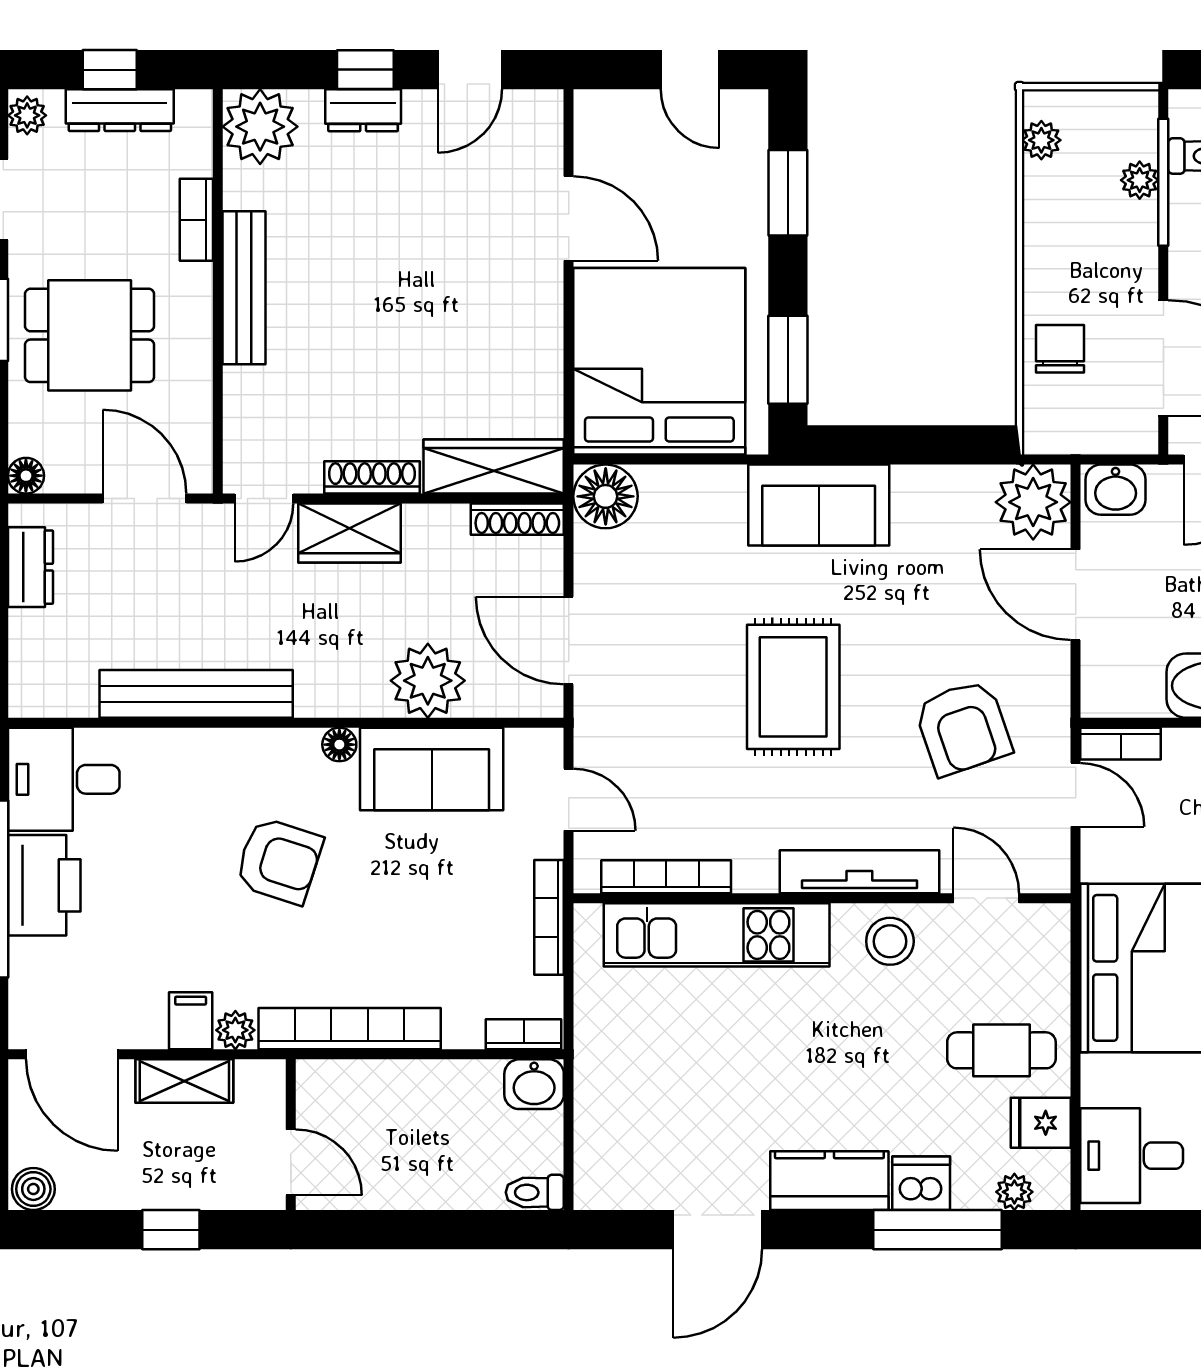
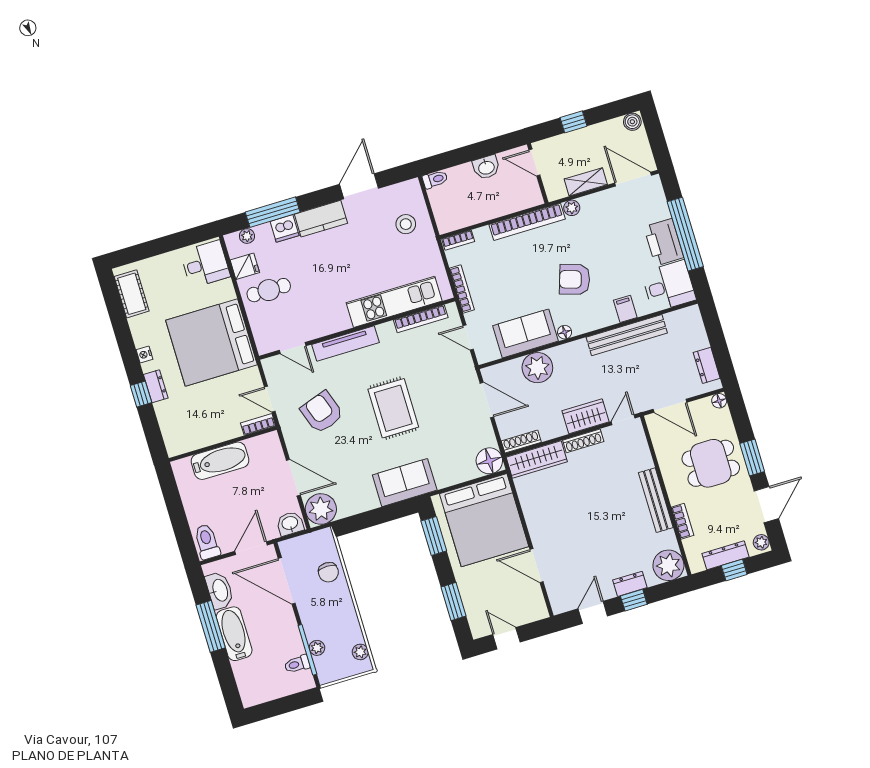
stool: (890, 941) -> (406, 224), moved
filing cabinet: (191, 1021) -> (625, 309), moved, turned 180
washbasin: (534, 1084) -> (486, 167), moved, turned 180

